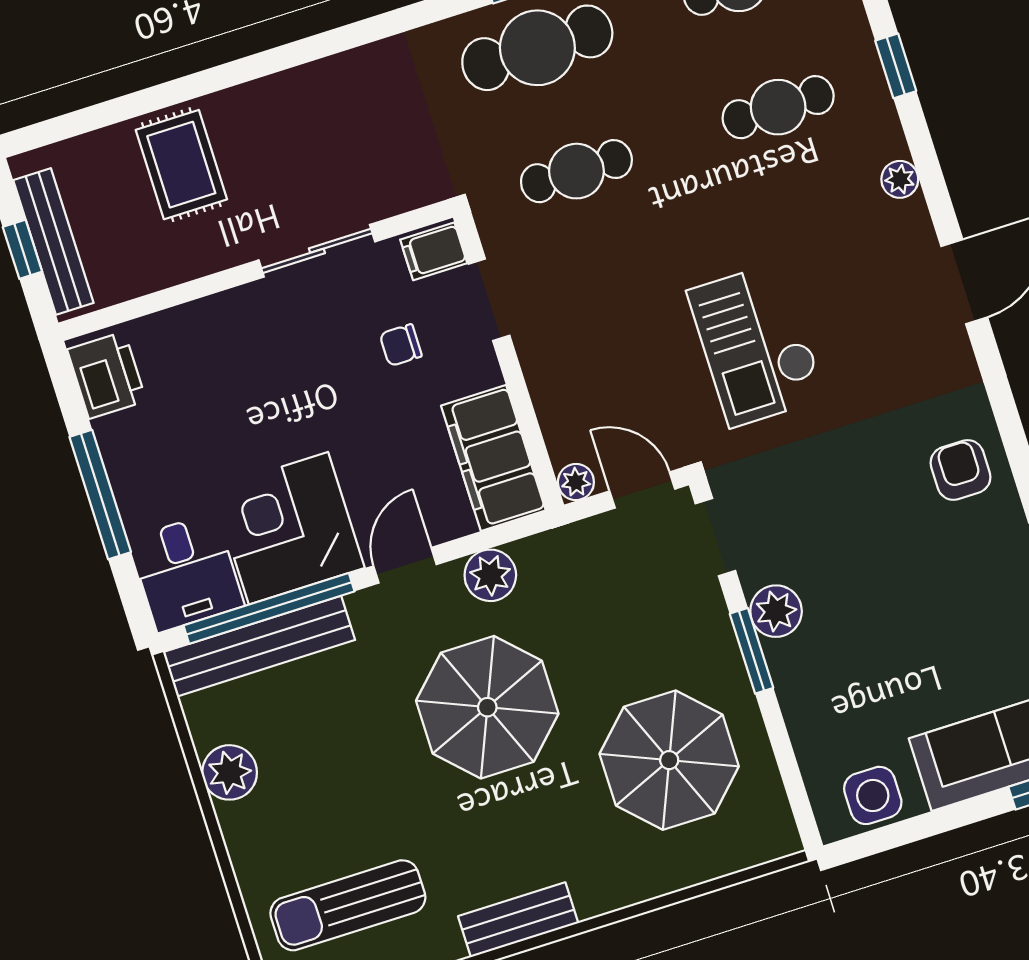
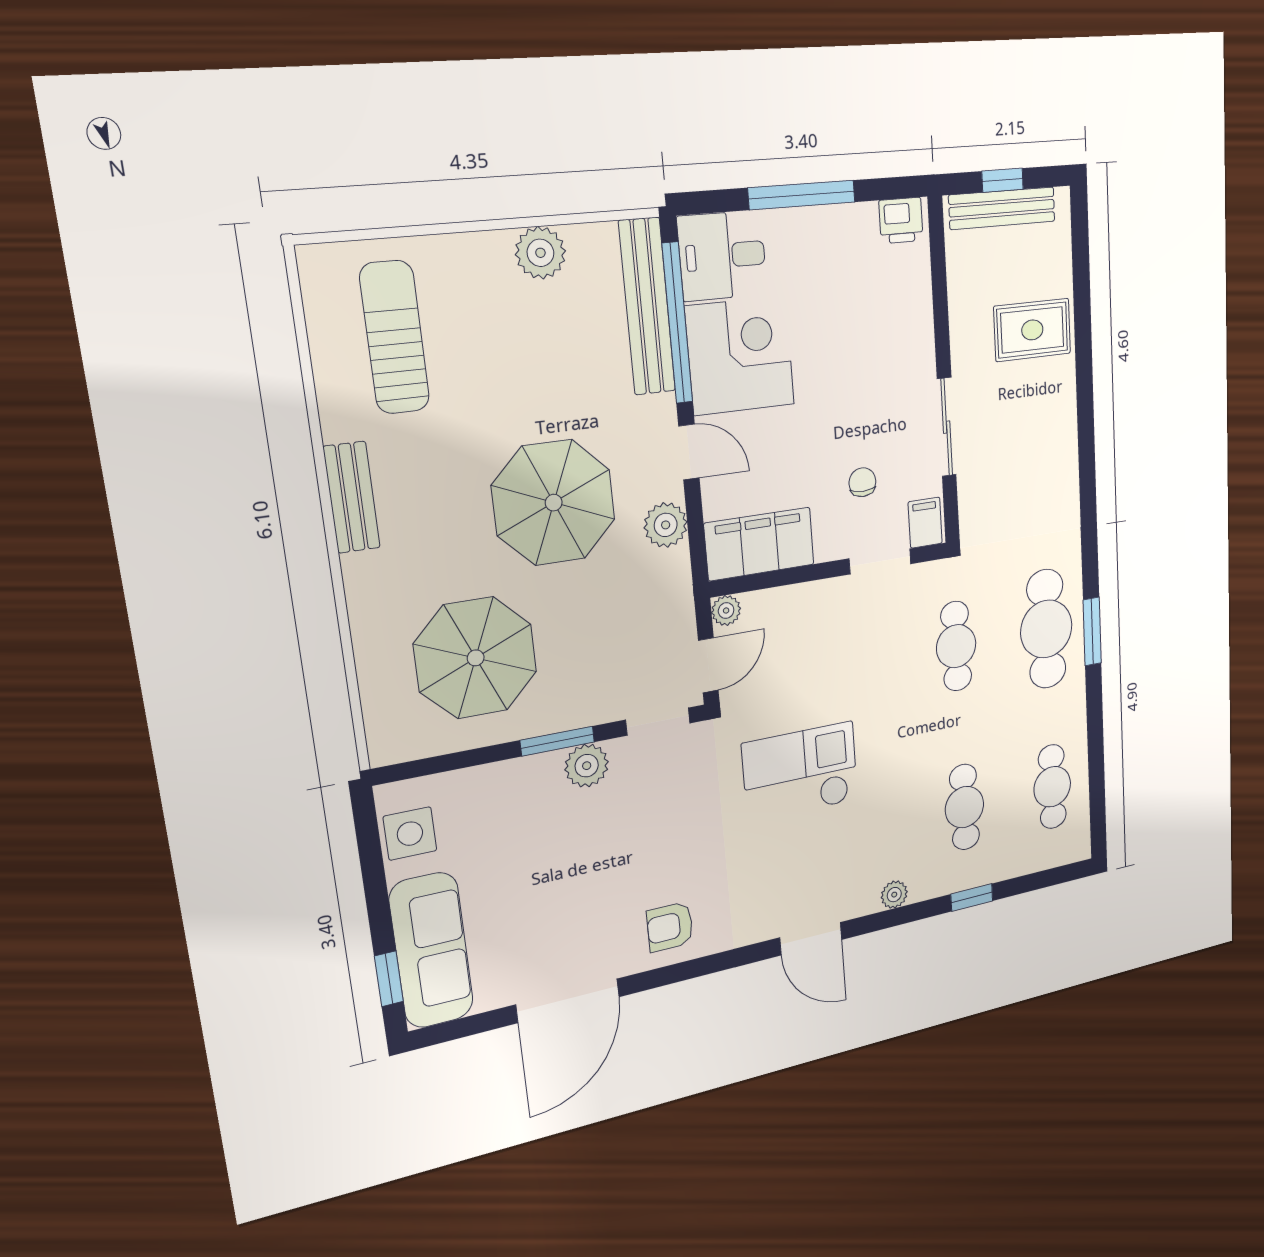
printer: (107, 375) -> (901, 220), width x0.73, depth x0.81
armchair: (960, 470) -> (670, 927), turned 180

